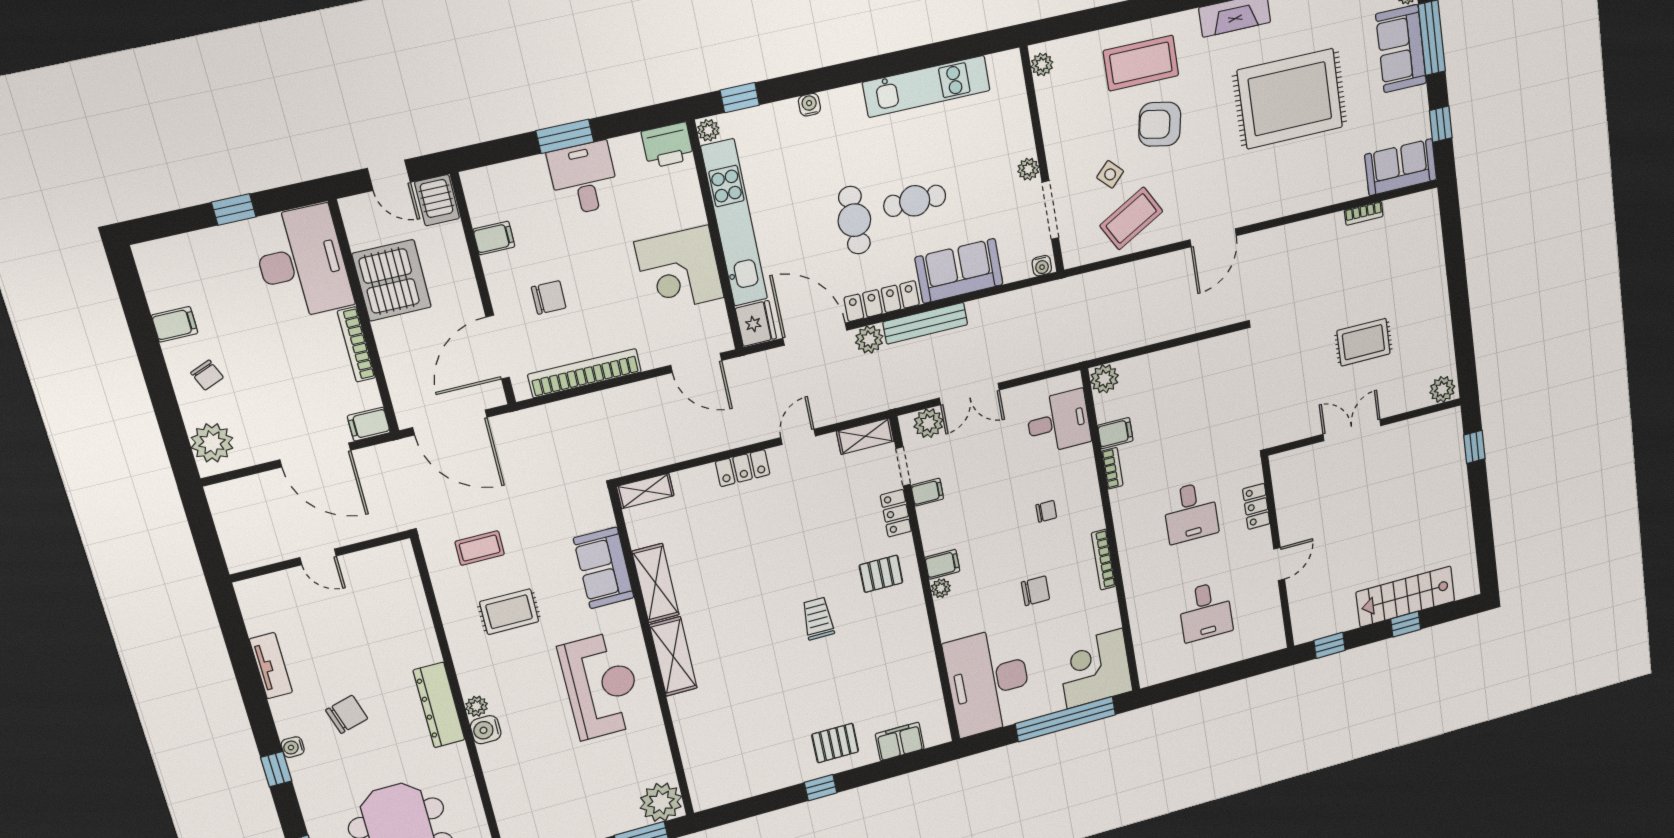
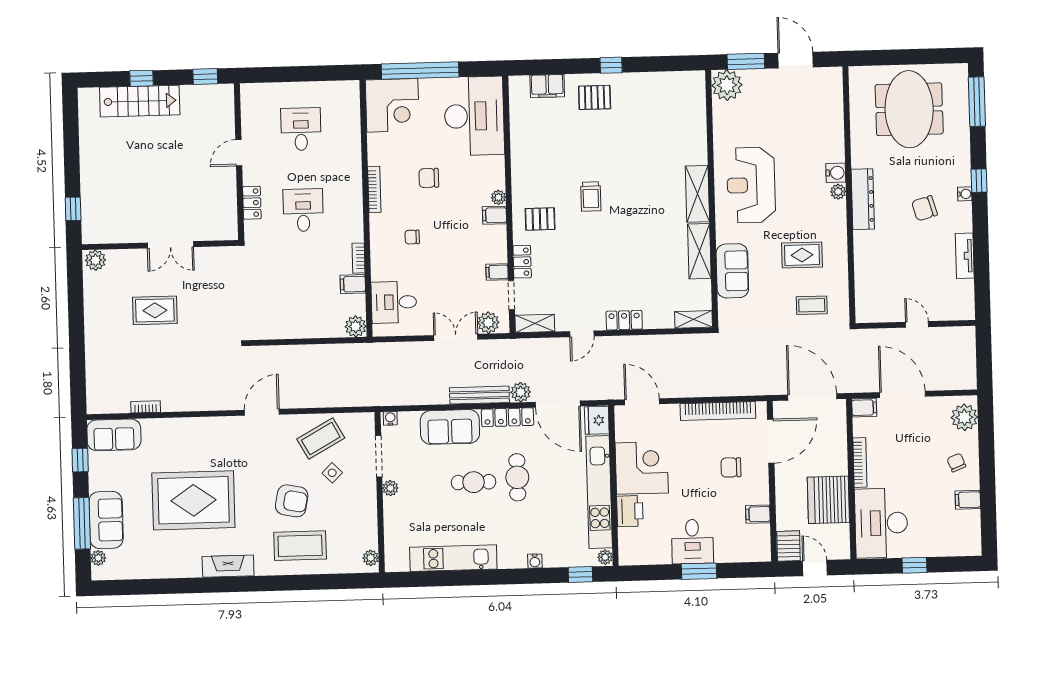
printer: (668, 145) -> (630, 511), moved, turned 90

